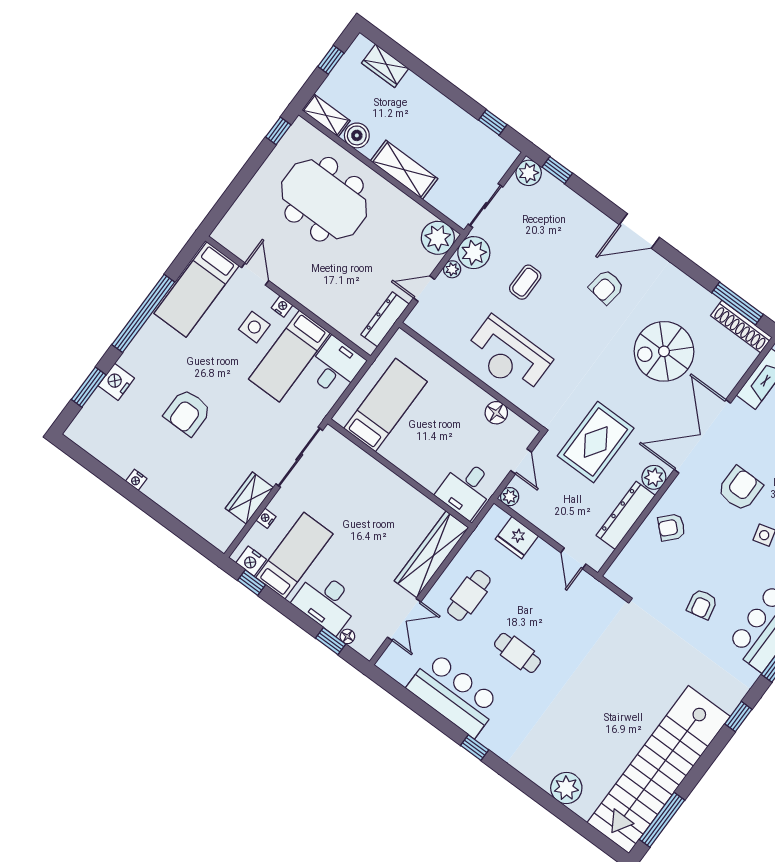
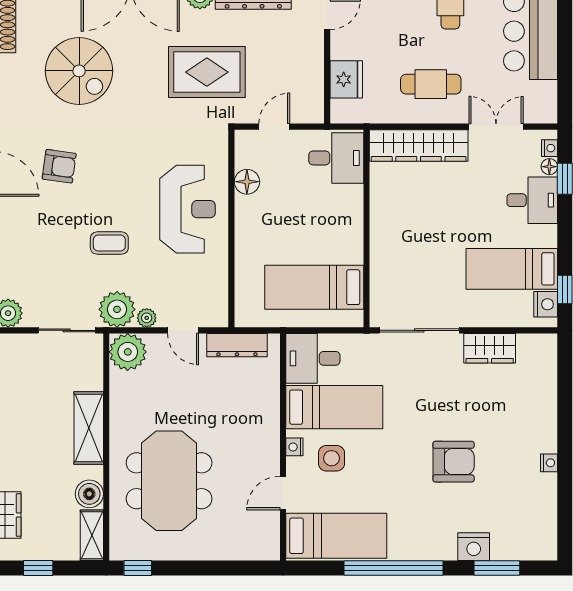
plant: (510, 497) -> (314, 113), removed
nightstand: (266, 518) -> (550, 148), moved, turned -90
desk: (326, 602) -> (532, 200), width x0.73

